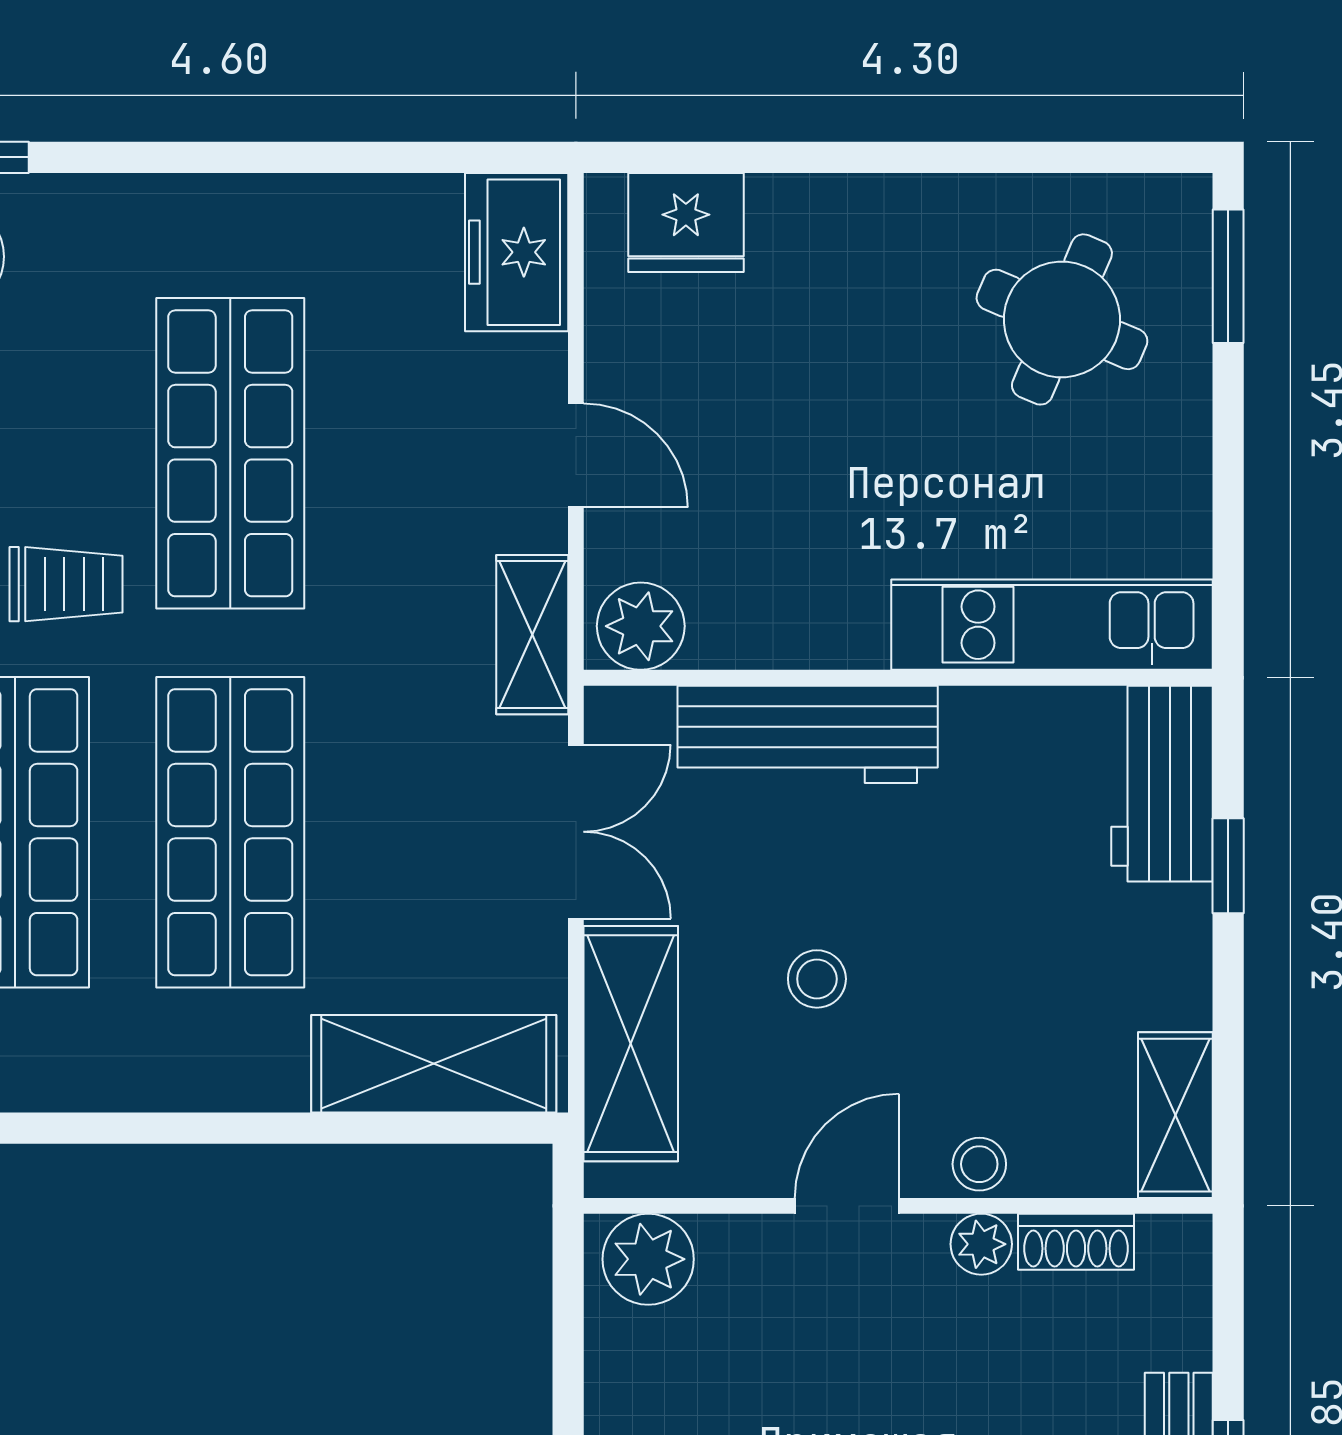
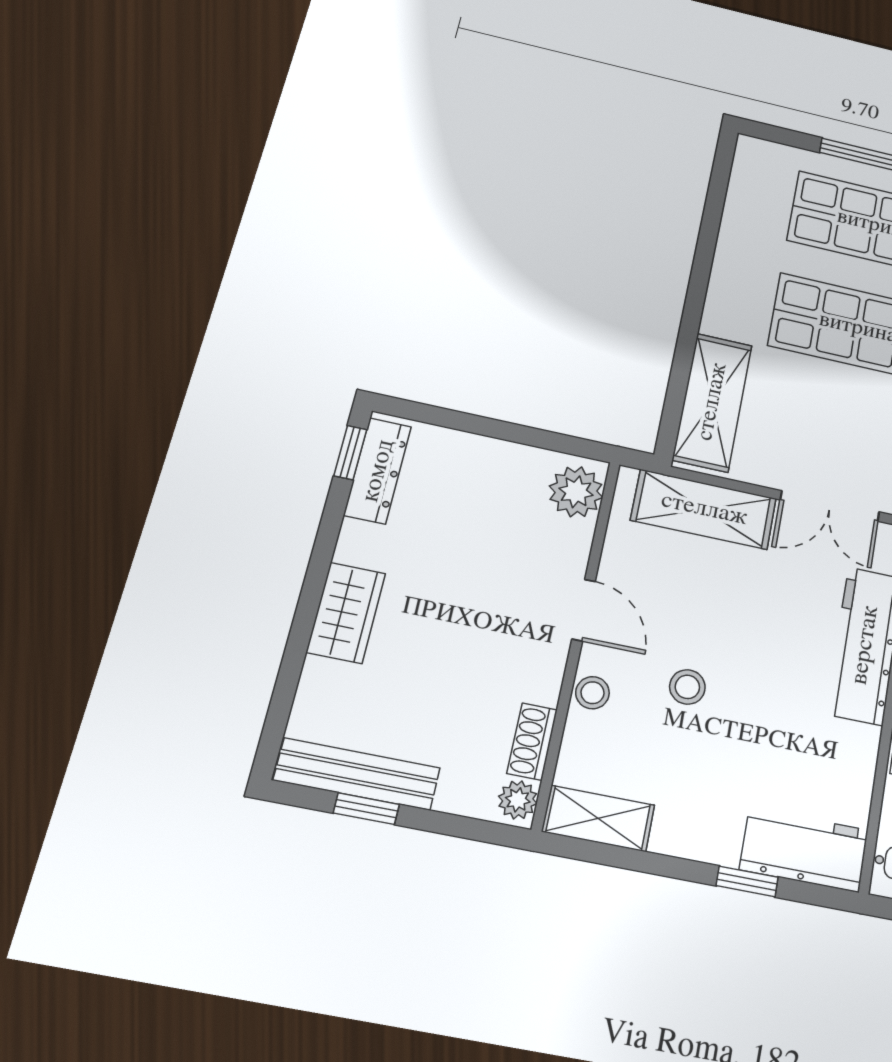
stool: (817, 979) -> (687, 687), moved
plant: (981, 1244) -> (518, 800), moved

